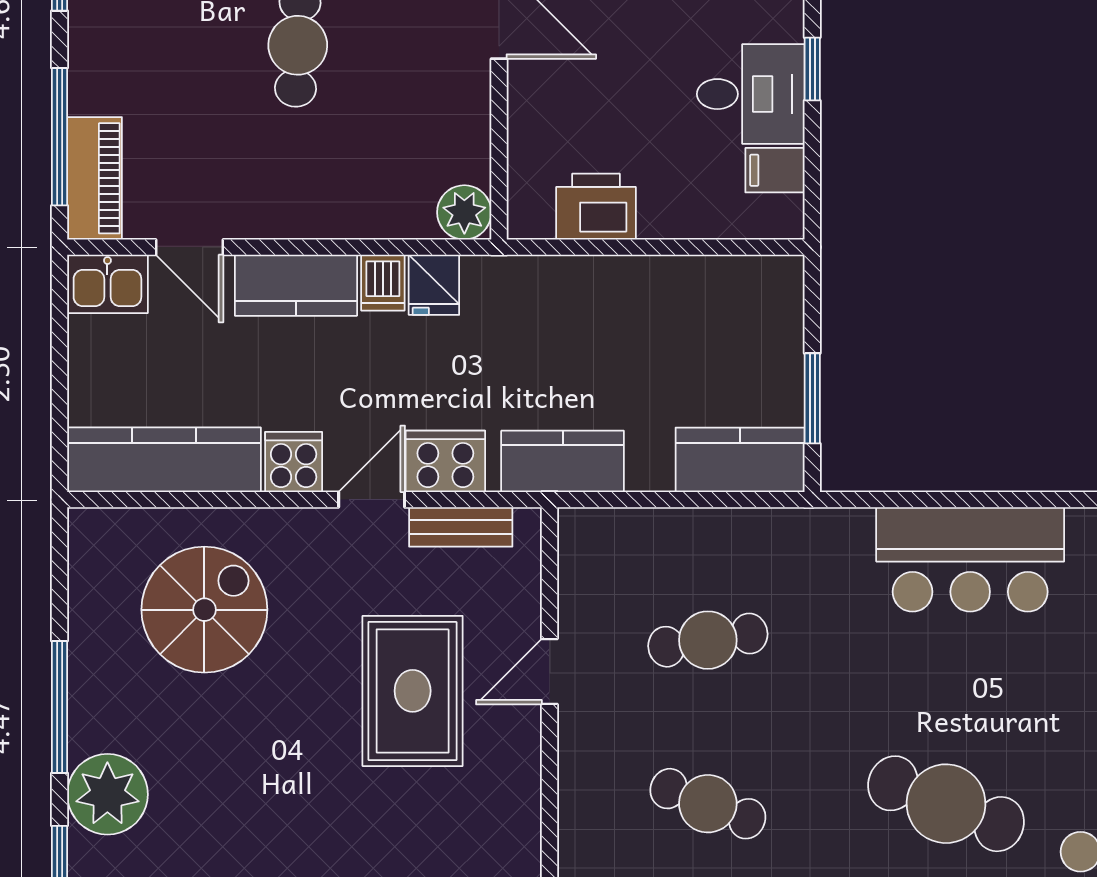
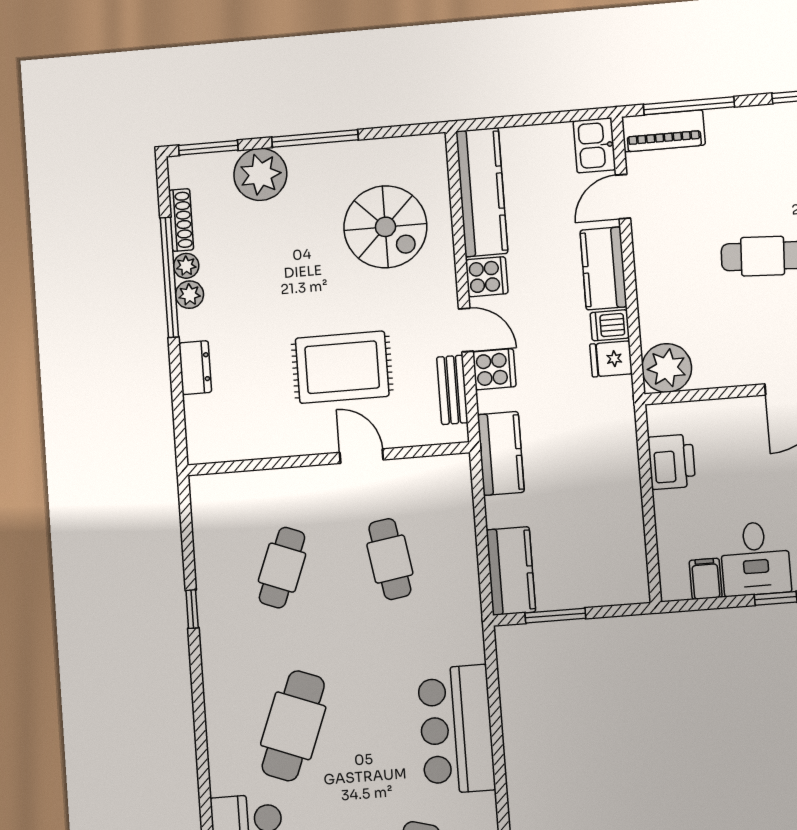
plant: (464, 212) -> (667, 368), width x1.36, depth x1.36
cooker: (445, 461) -> (494, 369), width x0.73

